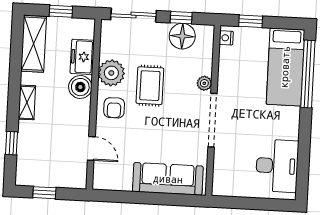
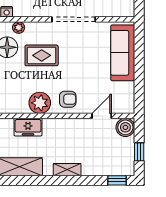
plant: (204, 83) -> (19, 27), moved
rug: (150, 86) -> (42, 55), moved
boiler: (80, 87) -> (125, 127), moved
window: (12, 143) -> (117, 180), moved

